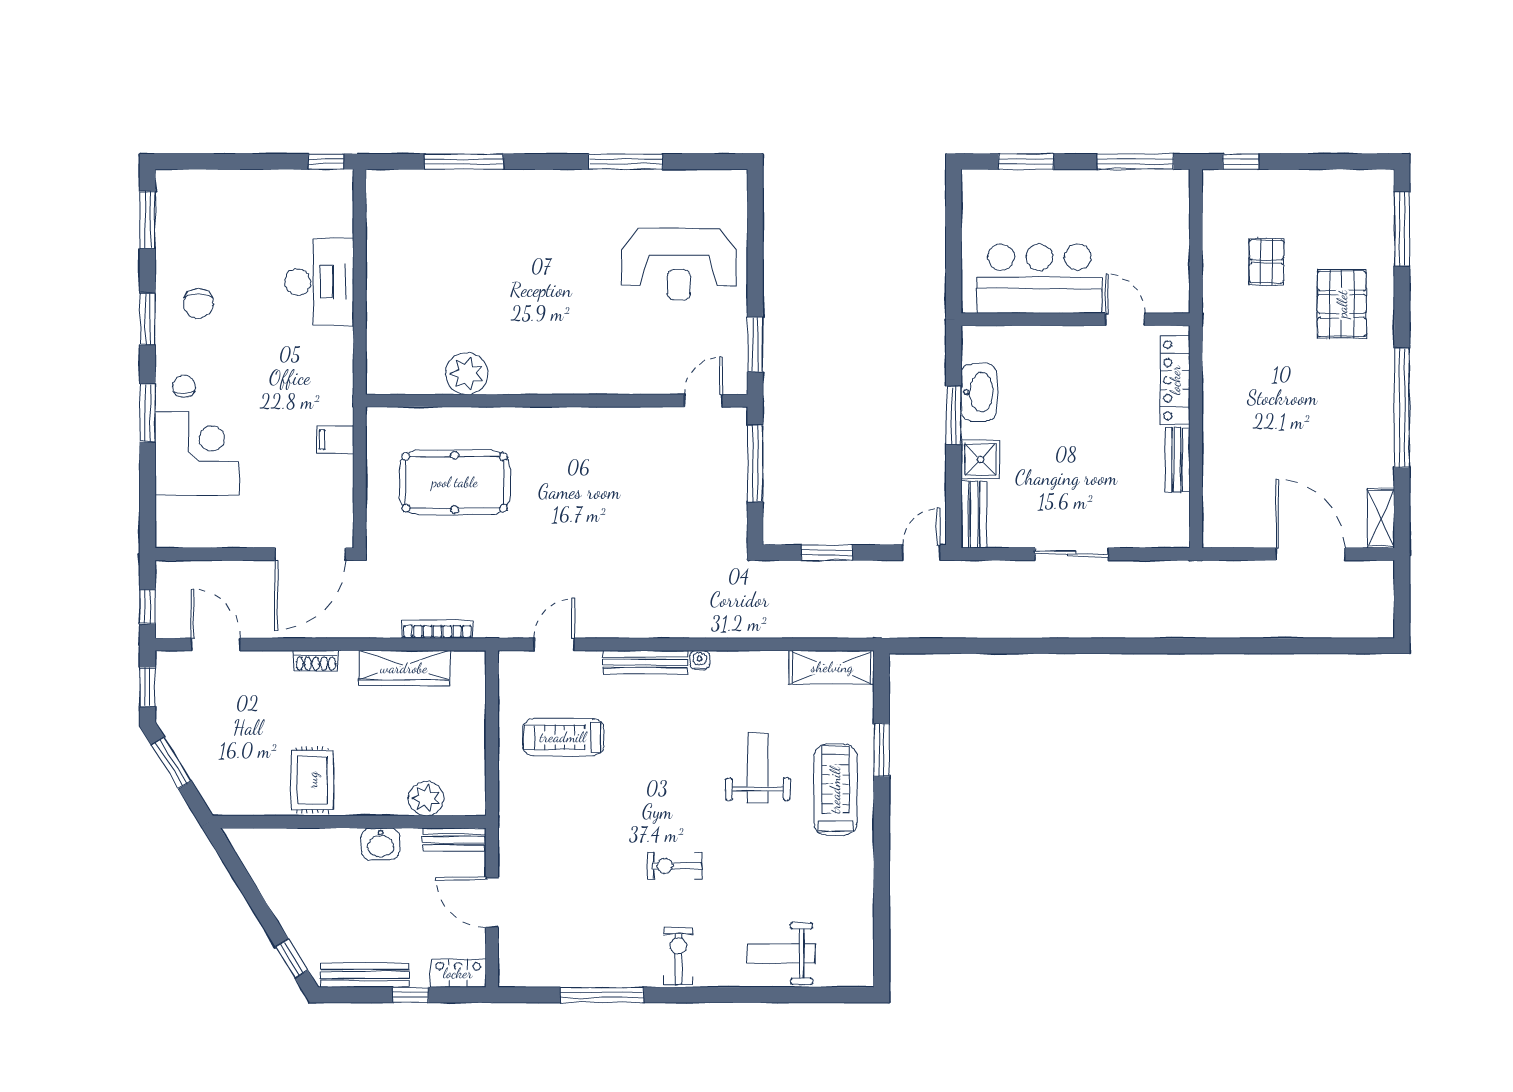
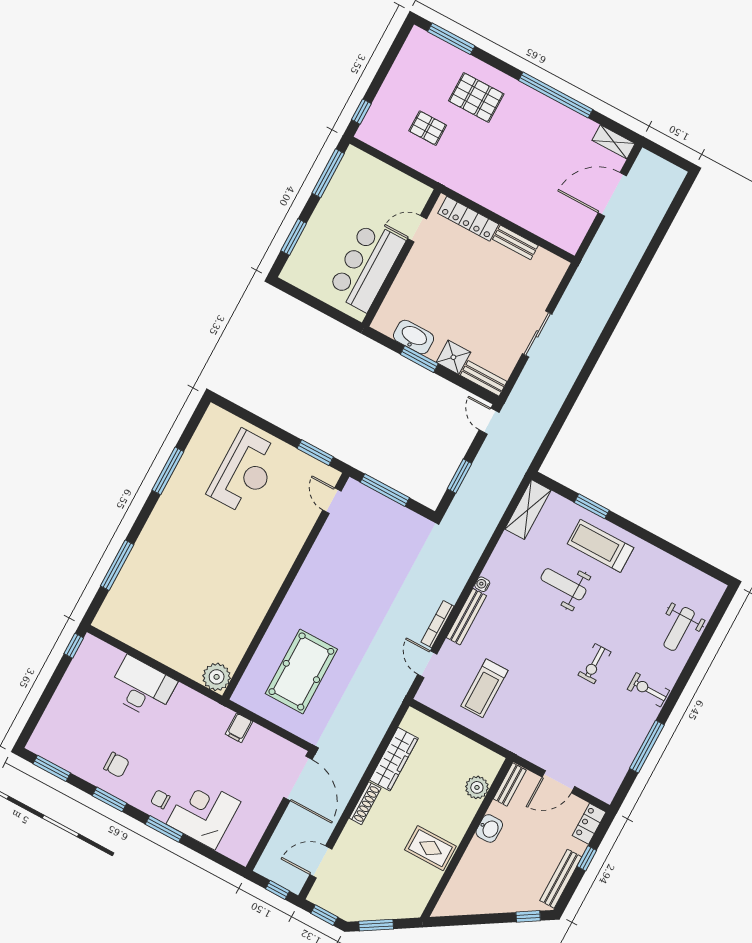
plant: (467, 374) -> (217, 677), moved
bookcase: (437, 629) -> (437, 624), moved
shoe rack: (316, 661) -> (365, 803), width x1.43

